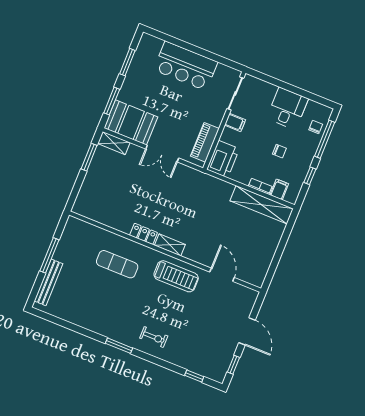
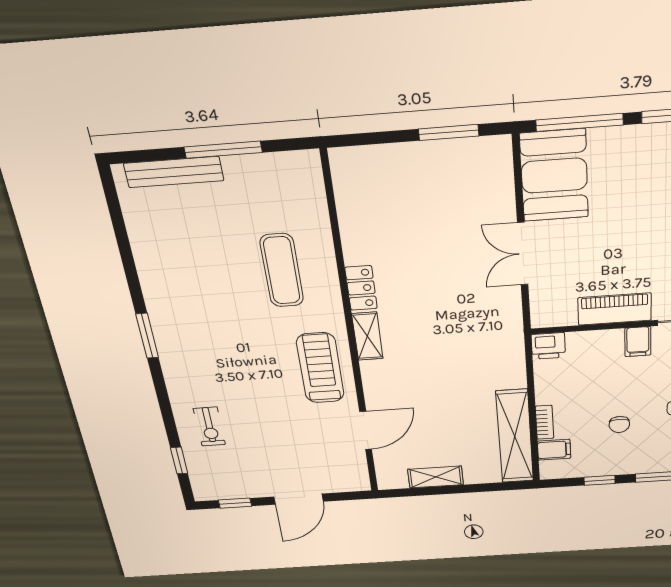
window: (112, 101) -> (579, 122), width x1.44
piano: (205, 142) -> (615, 309), moved
shelving: (114, 143) -> (436, 477), moved, turned 90
printer: (223, 159) -> (548, 346), width x0.53, depth x0.68
treadmill: (176, 276) -> (320, 368), turned 180
exercise bike: (154, 337) -> (209, 427), moved

